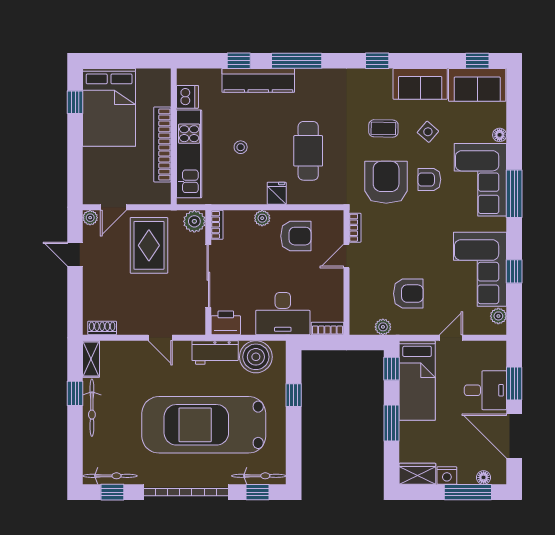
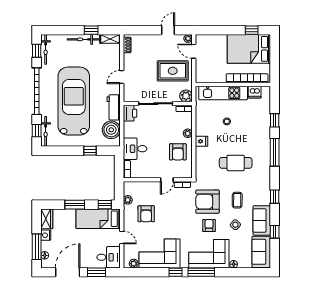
window: (477, 61) -> (275, 232), moved
kitchen counter: (258, 80) -> (264, 131), removed
bookcase: (162, 144) -> (247, 78), moved
cafe table: (308, 151) -> (236, 163), moved
armchair: (386, 182) -> (207, 202), turned 180
door: (346, 256) -> (167, 180), swing flipped
window: (514, 271) -> (176, 272), moved
desk: (283, 314) -> (135, 149), width x0.73
desk: (485, 390) -> (109, 257), moved, turned -90

